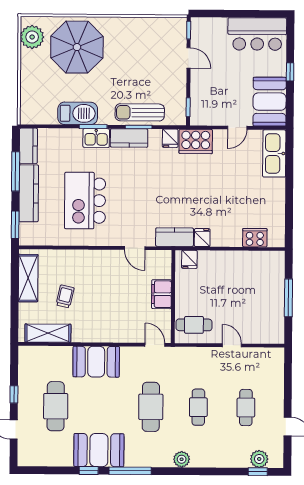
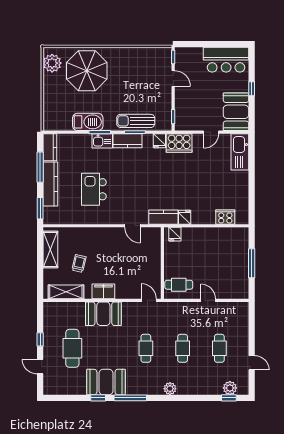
kitchen island: (85, 201) -> (94, 189), width x0.73, depth x0.78
filing cabinet: (161, 294) -> (103, 291), moved, turned 90
cafe table: (151, 407) -> (146, 348), width x0.73, depth x0.74

